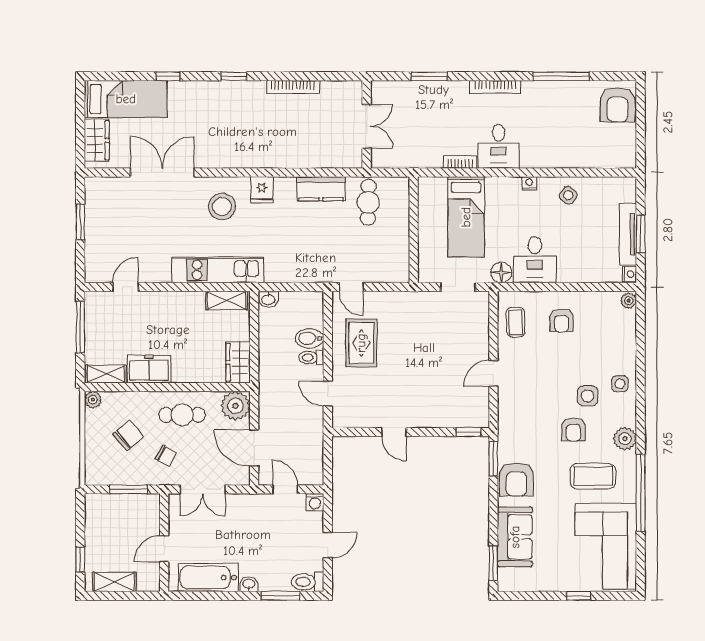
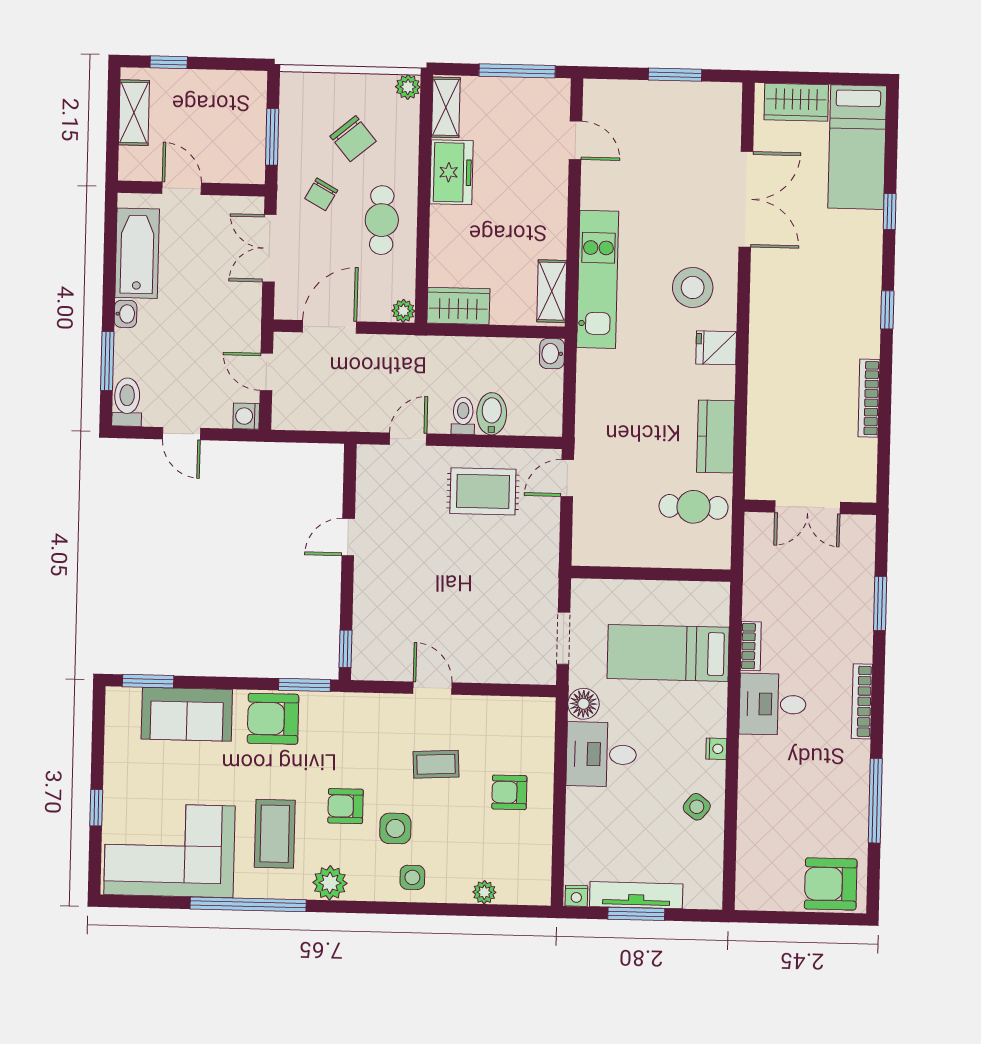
plant: (629, 301) -> (484, 892), moved
coffee table: (516, 322) -> (436, 764), moved
plant: (235, 406) -> (403, 311), width x0.53, depth x0.53
door: (285, 489) -> (266, 372), swing flipped

